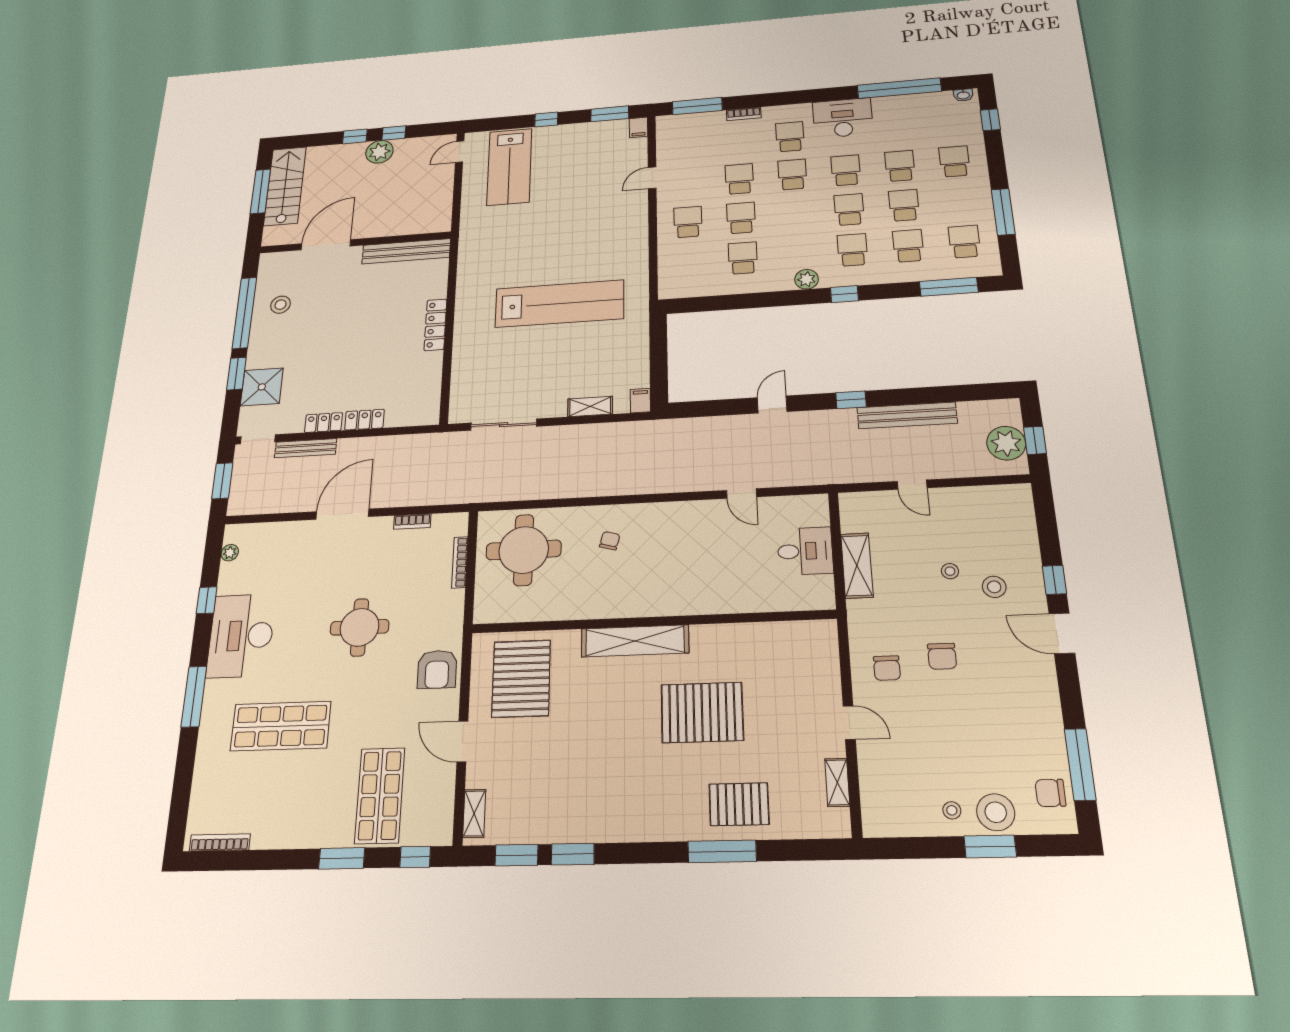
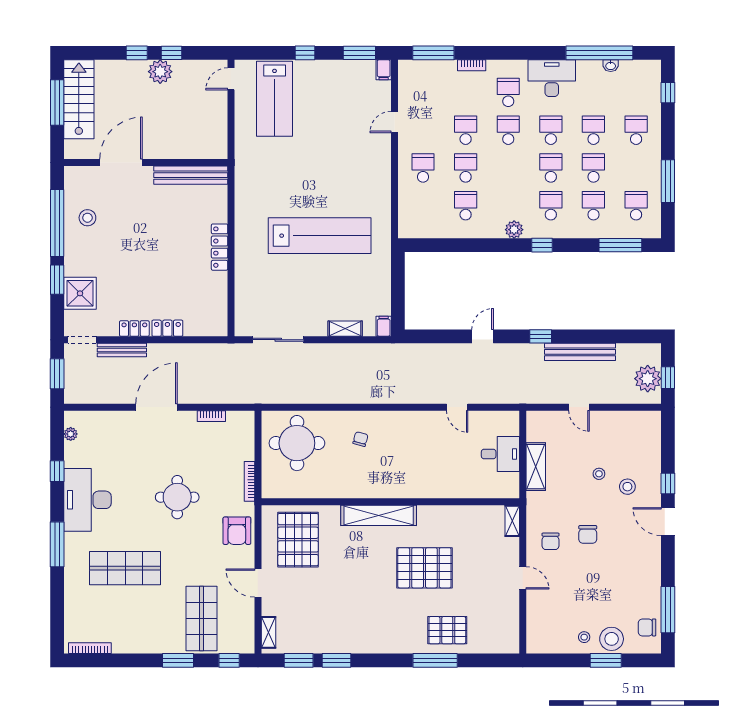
washbasin: (963, 95) -> (611, 66), moved
bookcase: (460, 562) -> (249, 481), moved
shelving: (837, 782) -> (512, 521), moved

